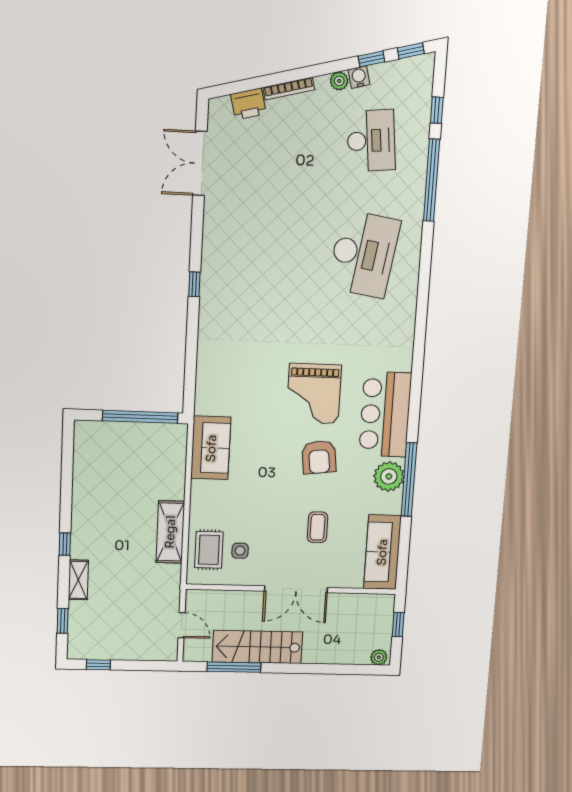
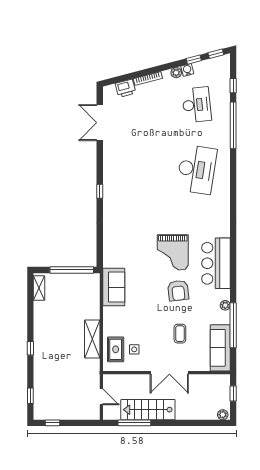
plant: (389, 476) -> (225, 305), width x0.53, depth x0.53
window: (409, 480) -> (233, 325), moved
shelving: (78, 580) -> (39, 288), moved

